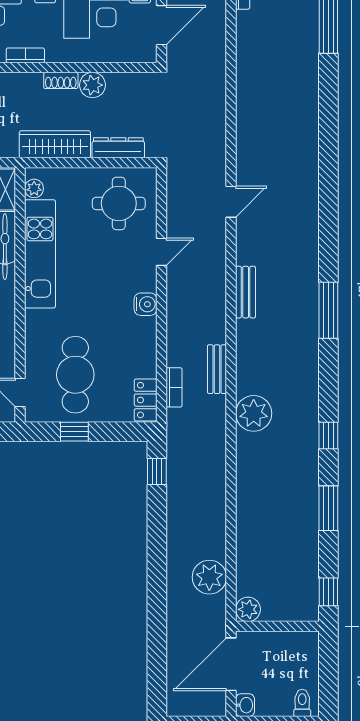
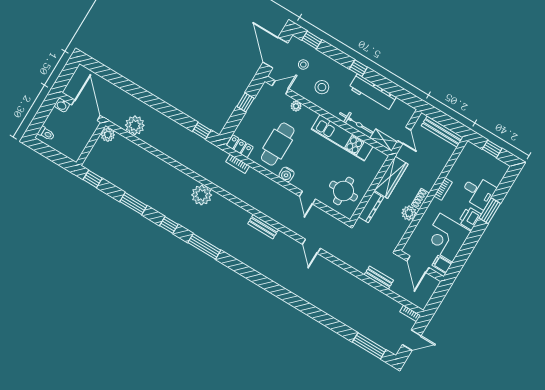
plant: (34, 188) -> (296, 106), moved
window: (328, 310) -> (204, 246), moved
bench: (217, 369) -> (379, 278), moved
cafe table: (75, 375) -> (278, 144), moved, turned 90

